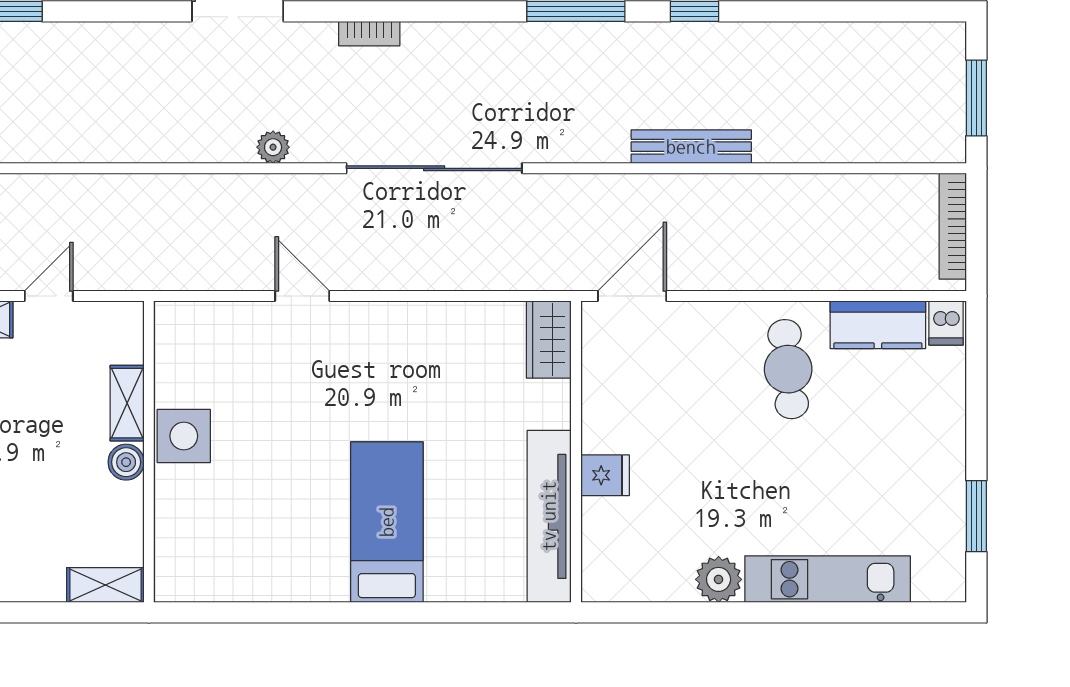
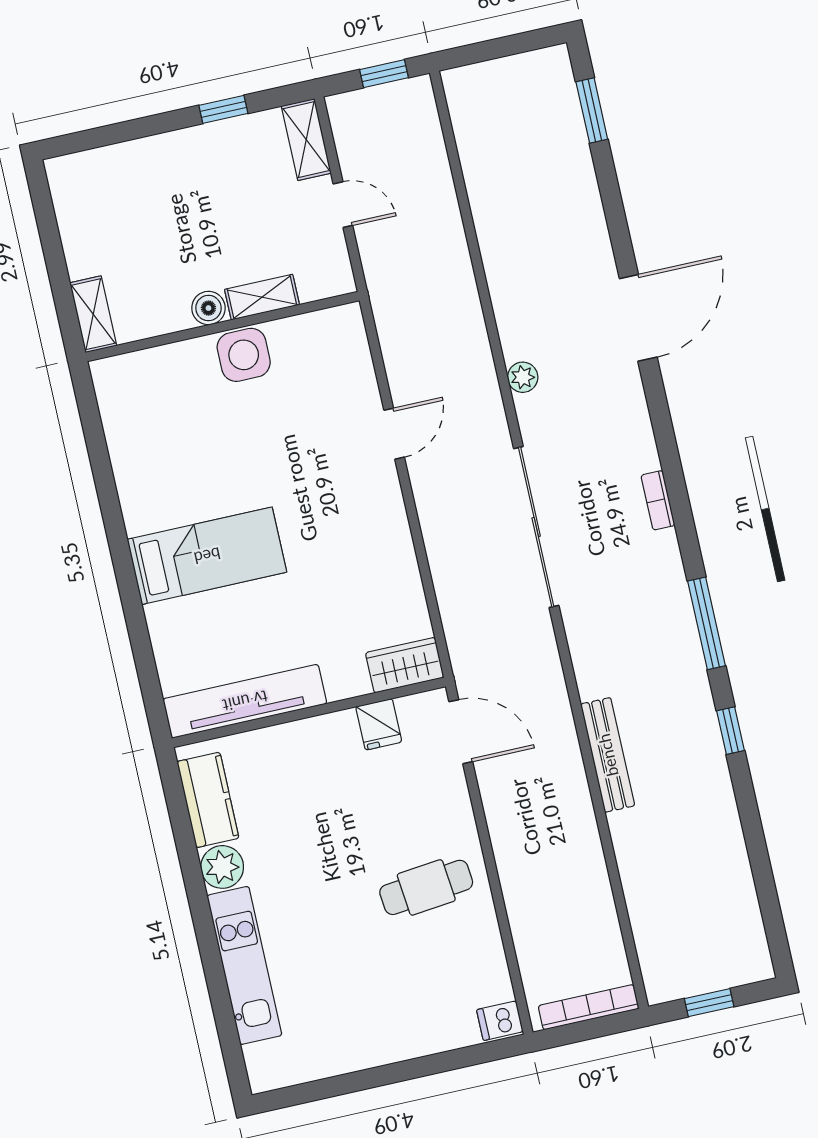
bookcase: (369, 34) -> (658, 500), moved
window: (976, 98) -> (709, 1003), width x0.67
kitchen counter: (878, 325) -> (208, 800), moved, turned 180
fridge: (605, 475) -> (379, 724), moved
window: (976, 516) -> (331, 1087), removed

